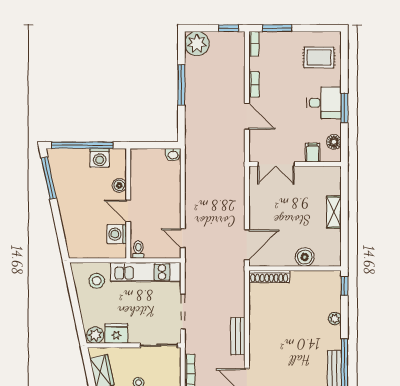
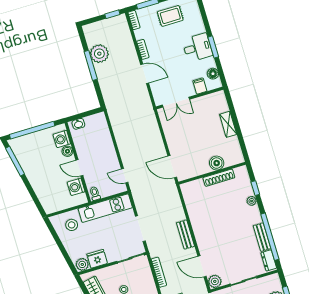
plant: (197, 44) -> (99, 54), moved
rug: (319, 57) -> (170, 16), moved
washbasin: (173, 155) -> (78, 124), moved
washing machine: (100, 158) -> (62, 139), moved, turned 90
door: (247, 245) -> (172, 167), swing flipped
shoe rack: (269, 277) -> (219, 178), moved
window: (344, 286) -> (255, 188), moved

